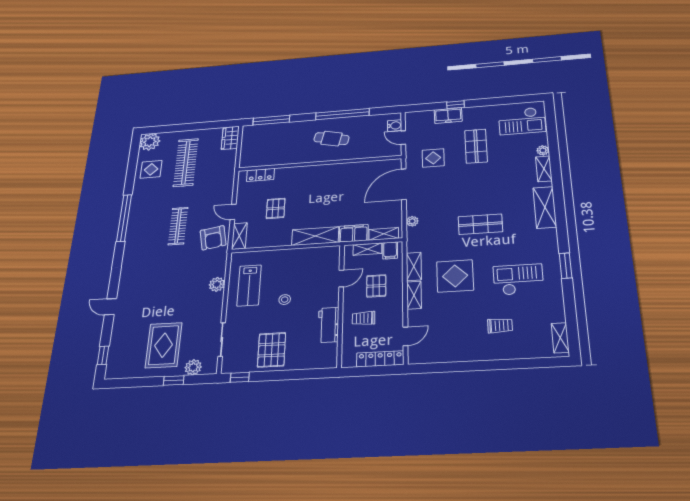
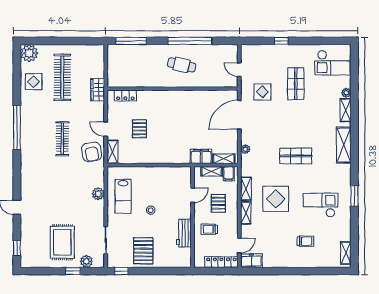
freezer: (448, 116) -> (251, 261), moved, turned 180
water cooler: (395, 126) -> (232, 57), removed
wardrobe: (230, 138) -> (98, 90), moved
shelving: (315, 236) -> (172, 157), removed

